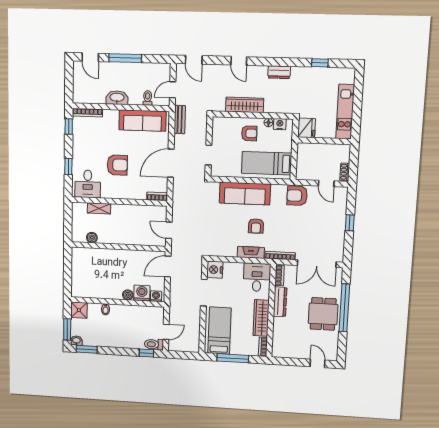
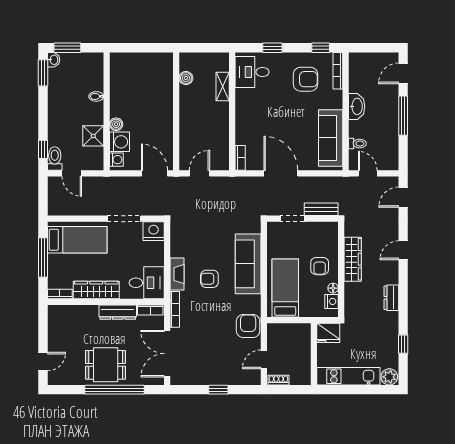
plant: (348, 76) -> (389, 377), added
bench: (180, 120) -> (321, 209), moved
armchair: (117, 165) -> (306, 79), moved, turned -90
shower: (79, 310) -> (93, 136), moved

